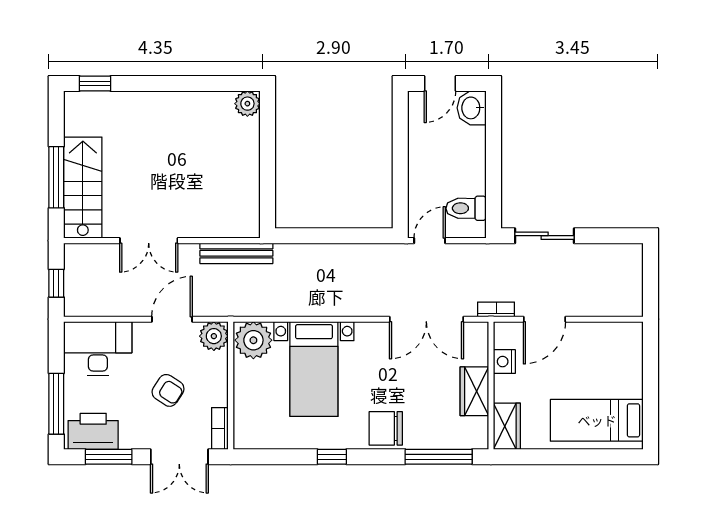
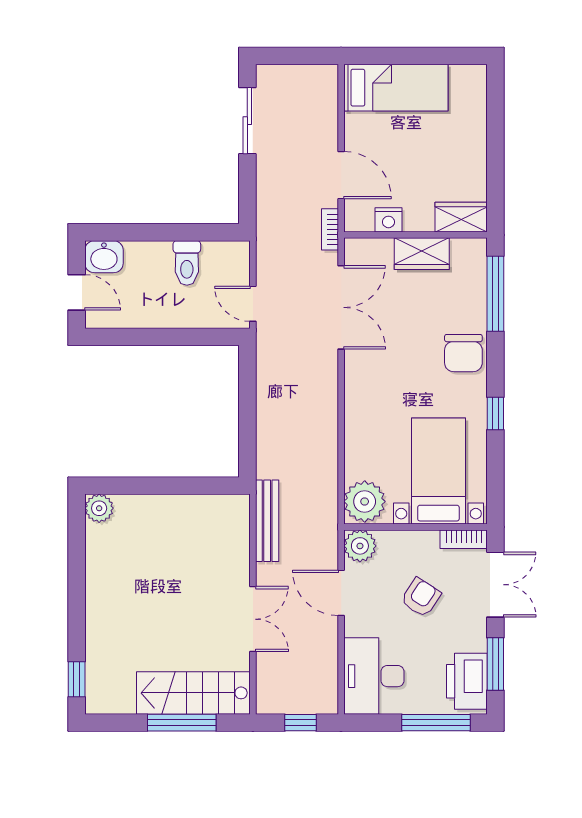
toilet: (466, 208) -> (187, 263), moved
sliding door: (545, 236) -> (247, 121), moved
bed with nightstands: (314, 369) -> (438, 471), moved, turned -90
bed: (597, 420) -> (396, 88), moved, turned -90

